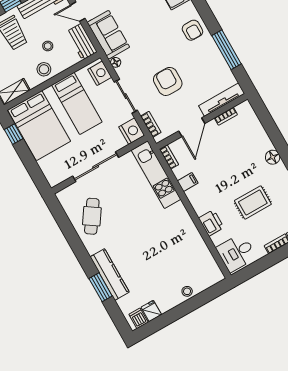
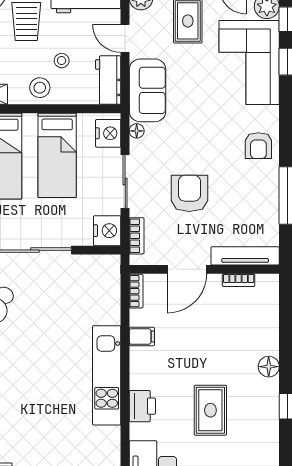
kitchen unit: (156, 175) -> (107, 375), moved
rug: (253, 202) -> (210, 410), turned 90

